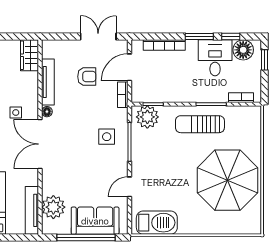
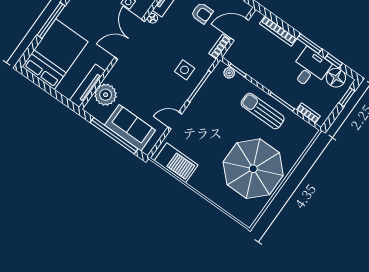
plant: (147, 117) -> (229, 73), width x0.53, depth x0.53

